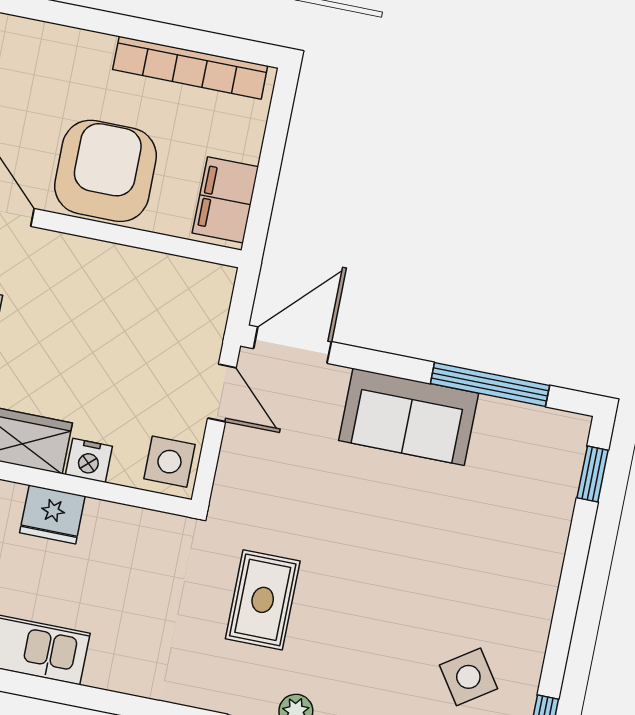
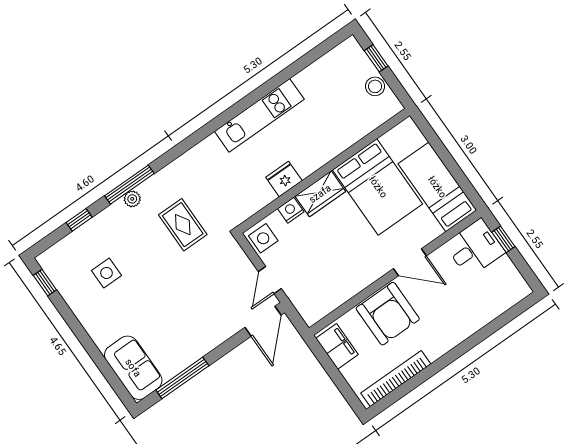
door: (222, 393) -> (270, 280), hinge flipped
sofa: (409, 417) -> (133, 368), moved, turned 90
window: (593, 474) -> (116, 384), removed
side table: (468, 677) -> (106, 273), moved, turned 34

